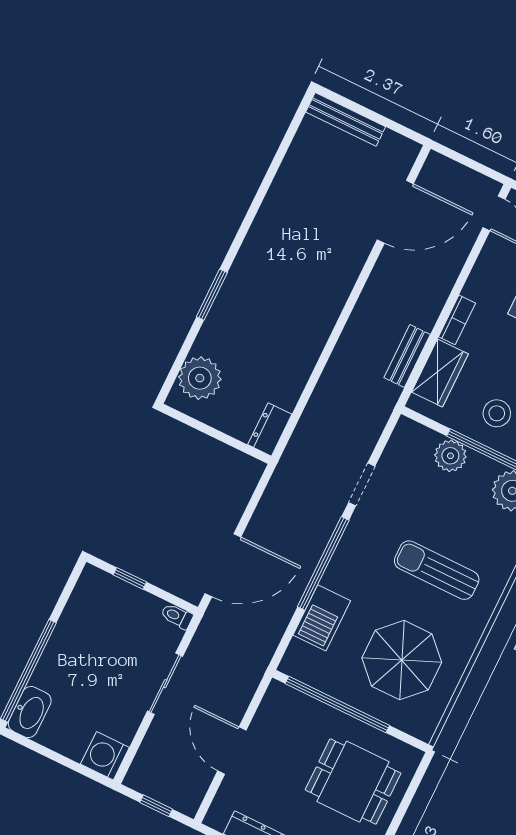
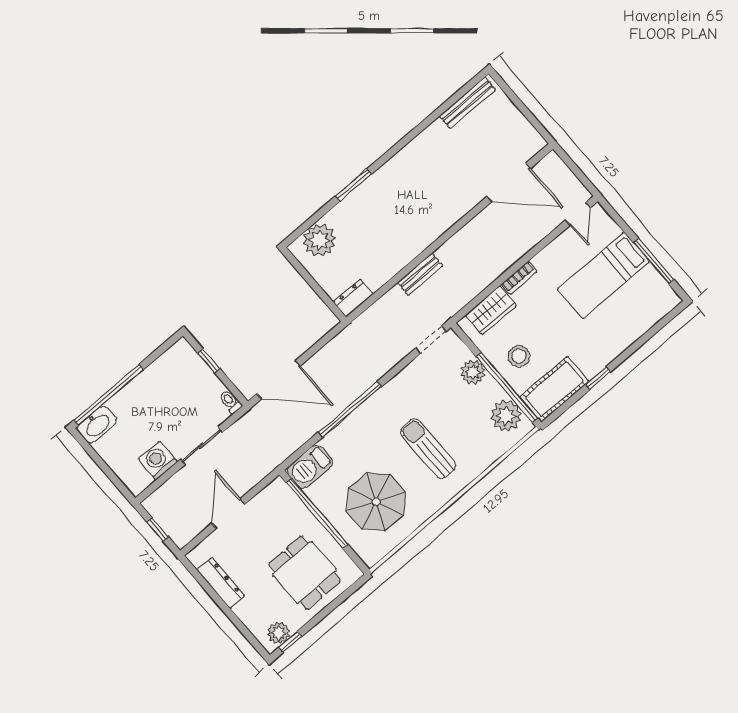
bench: (346, 119) -> (467, 103), moved, turned 90
bench: (407, 356) -> (420, 274), moved
doorway: (362, 484) -> (431, 340), moved
barbecue: (322, 618) -> (310, 467), moved
washing machine: (105, 756) -> (158, 461), moved

